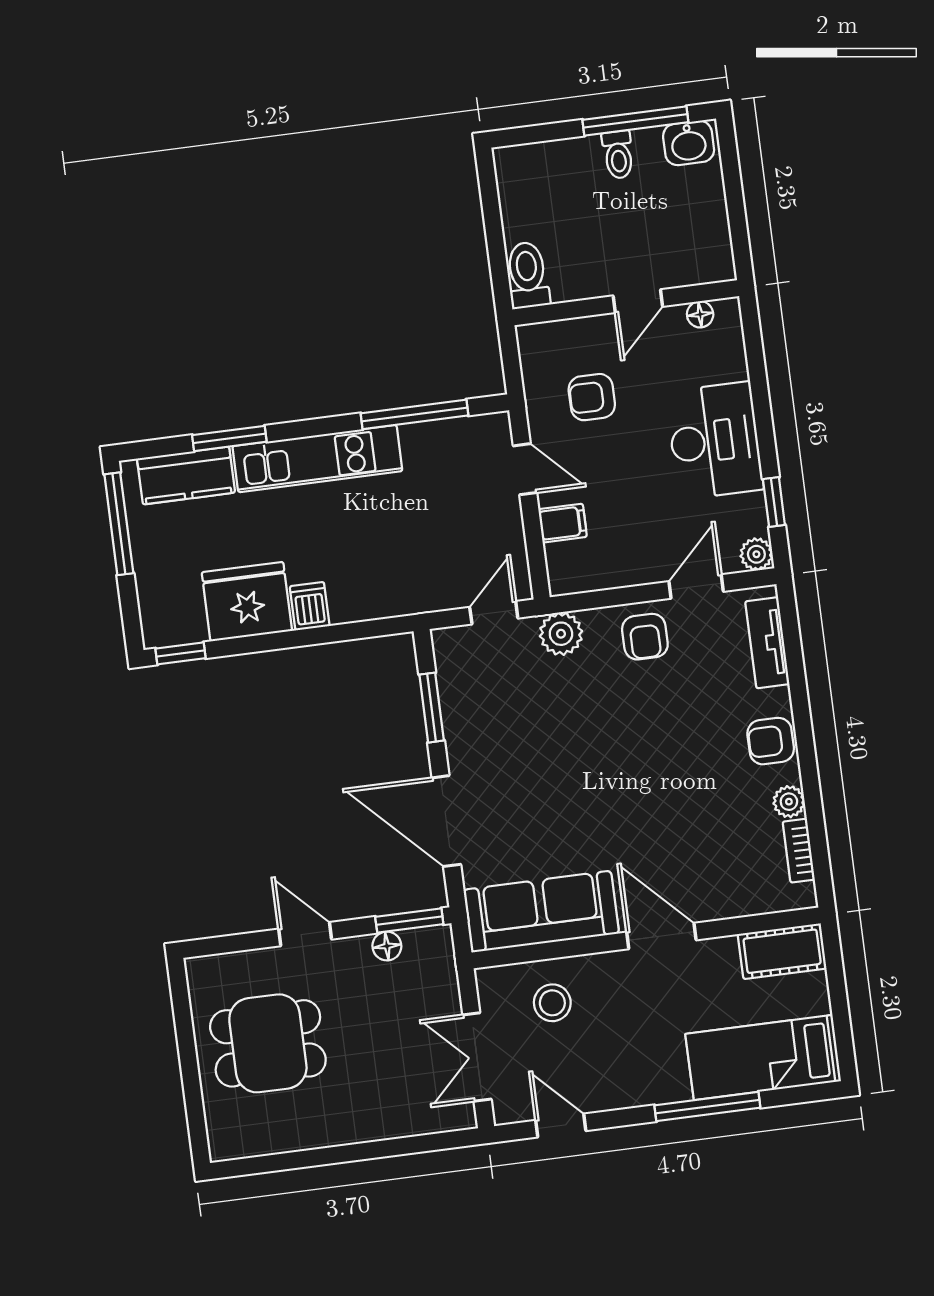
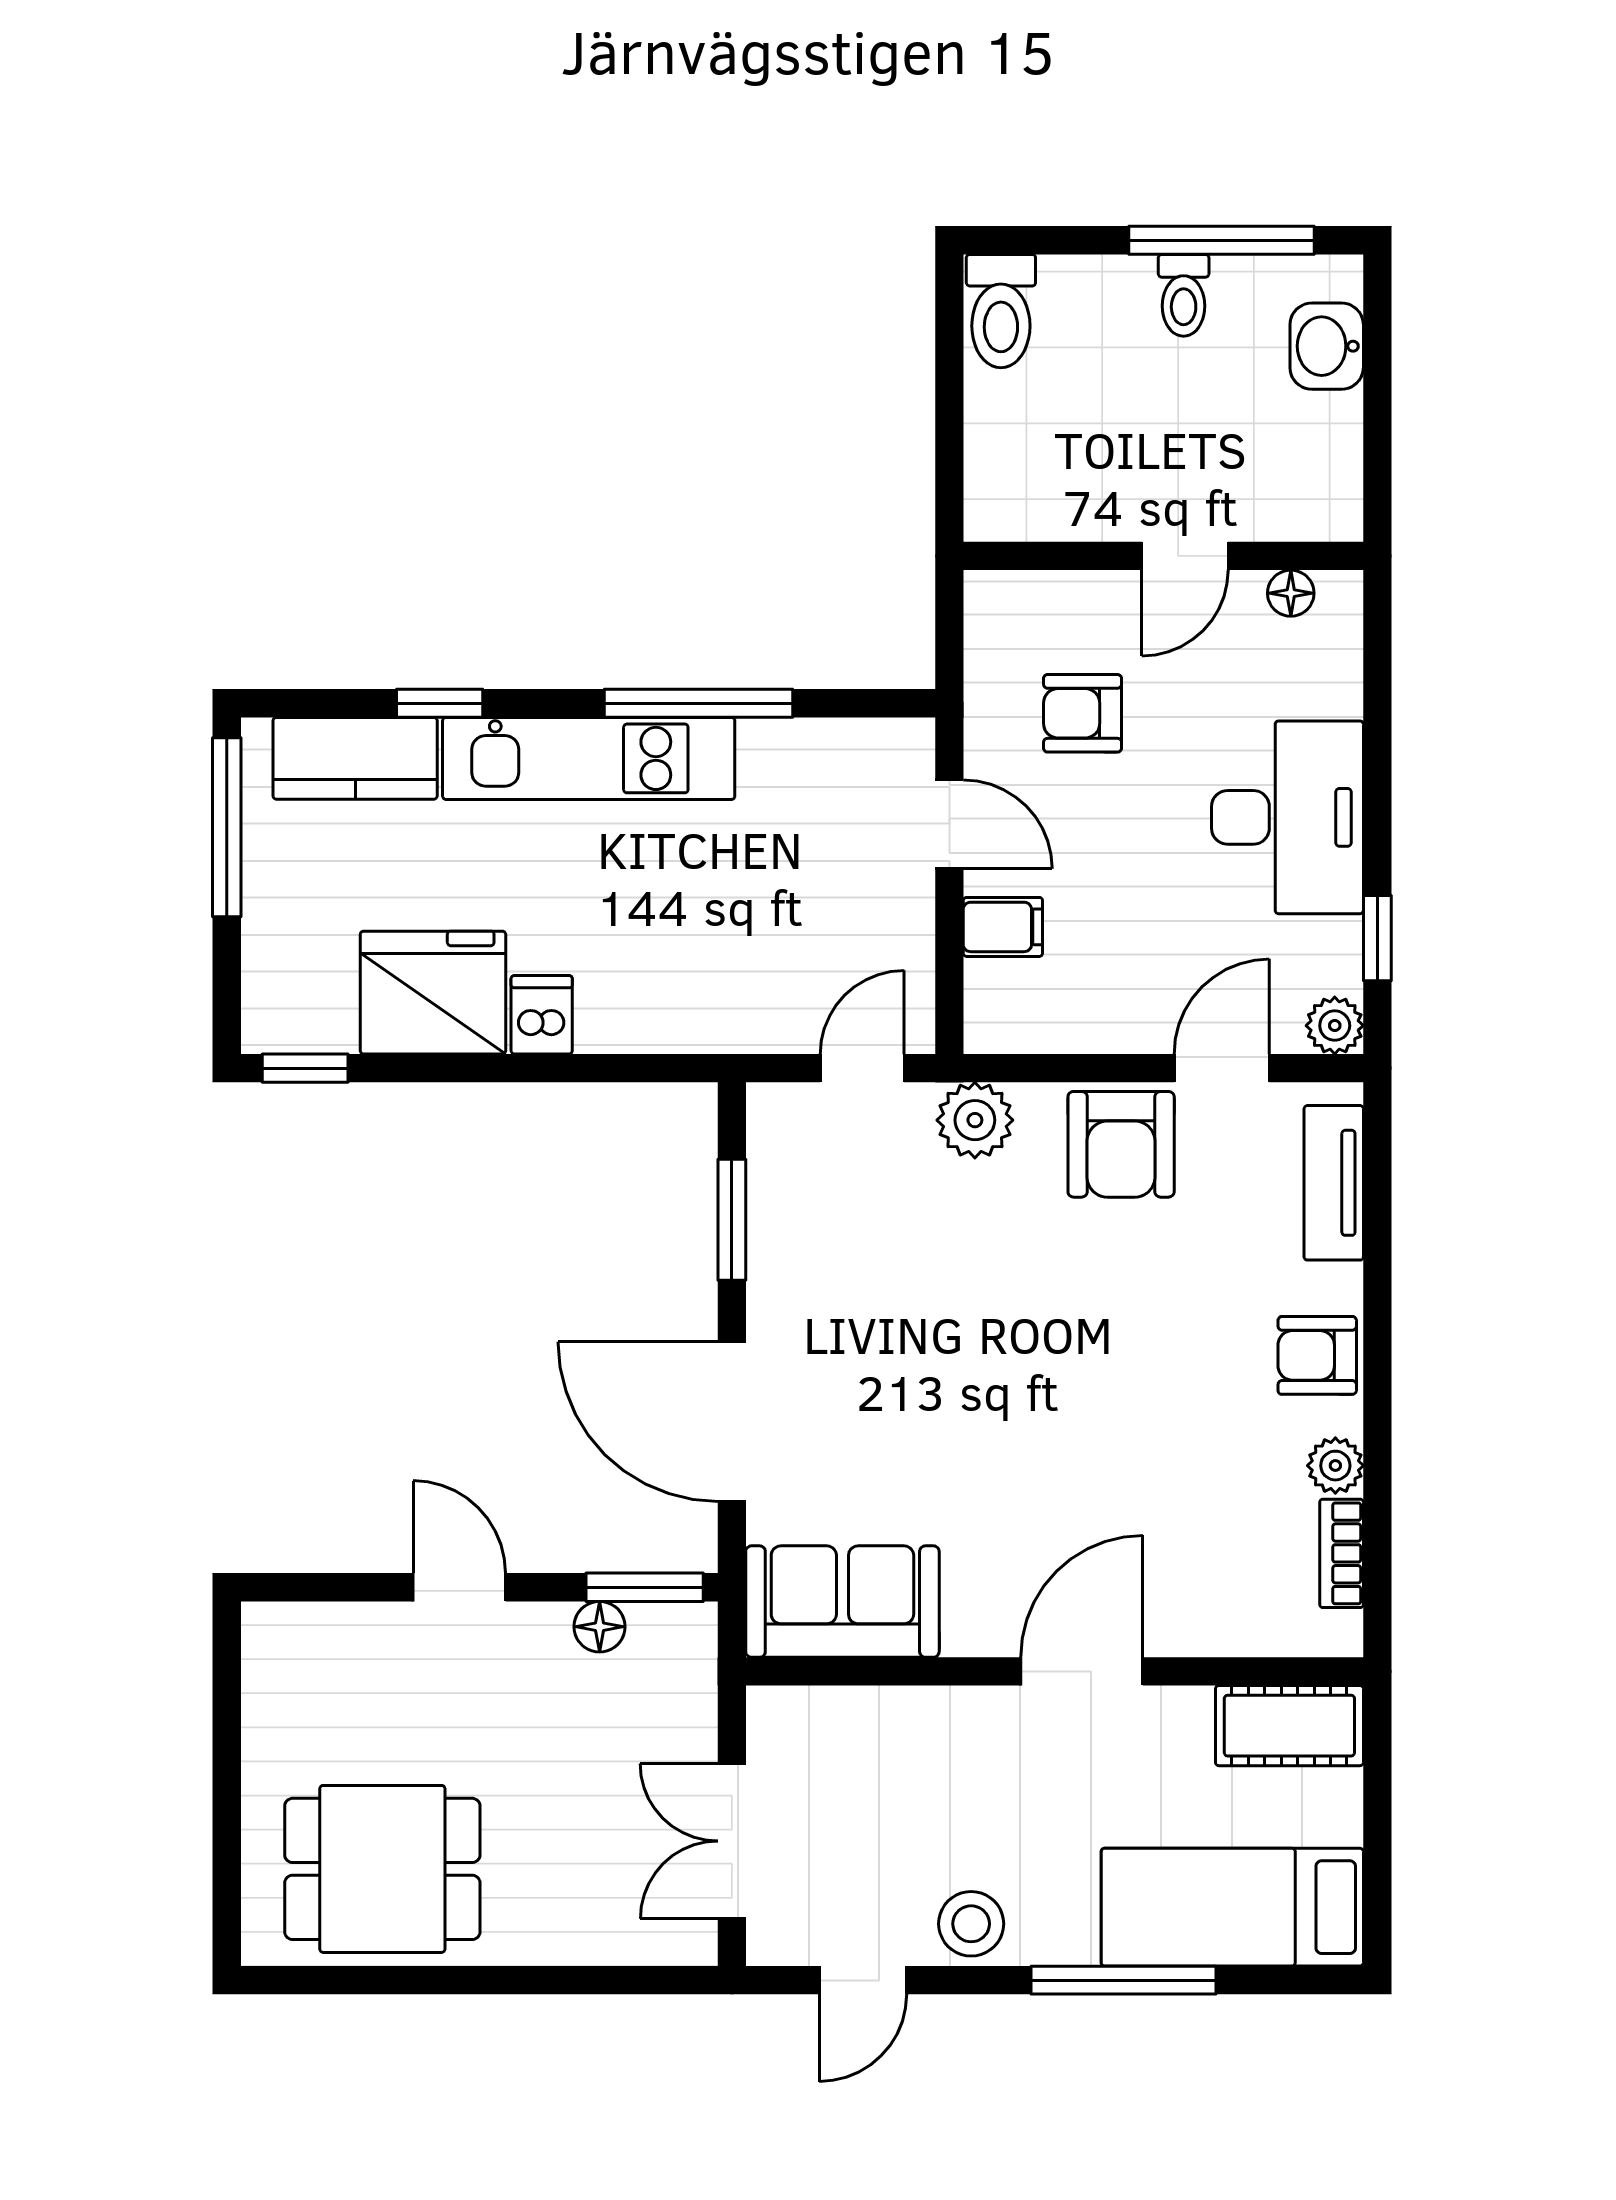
washbasin: (689, 143) -> (1327, 346), moved, turned 90
toilet: (528, 275) -> (1001, 311), moved, turned 180
window: (414, 414) -> (698, 703), moved
window: (229, 438) -> (440, 703), width x0.67
armchair: (645, 637) -> (1121, 1144), width x1.38, depth x1.38
sofa: (541, 912) -> (842, 1602), width x0.73
door: (661, 936) -> (1082, 1671), hinge flipped
stool: (552, 1003) -> (971, 1924), moved
dining table: (268, 1043) -> (382, 1869), moved
door: (561, 1126) -> (863, 1980), swing flipped

